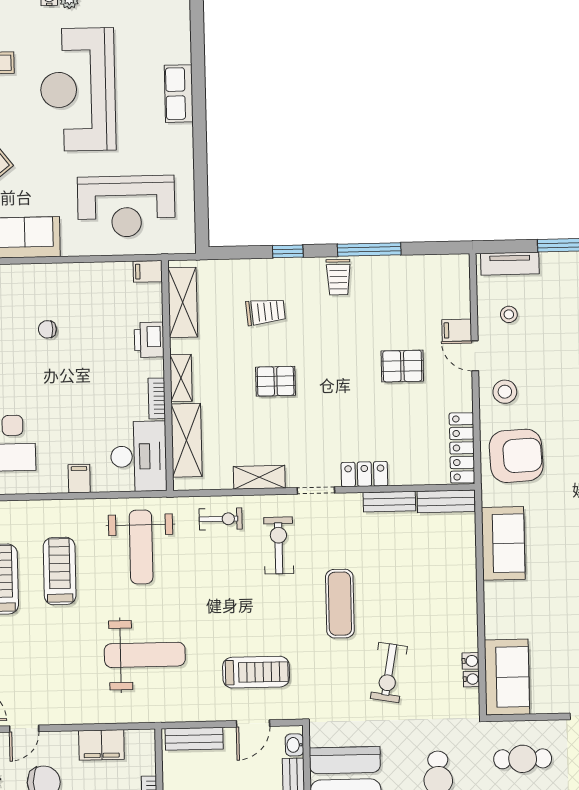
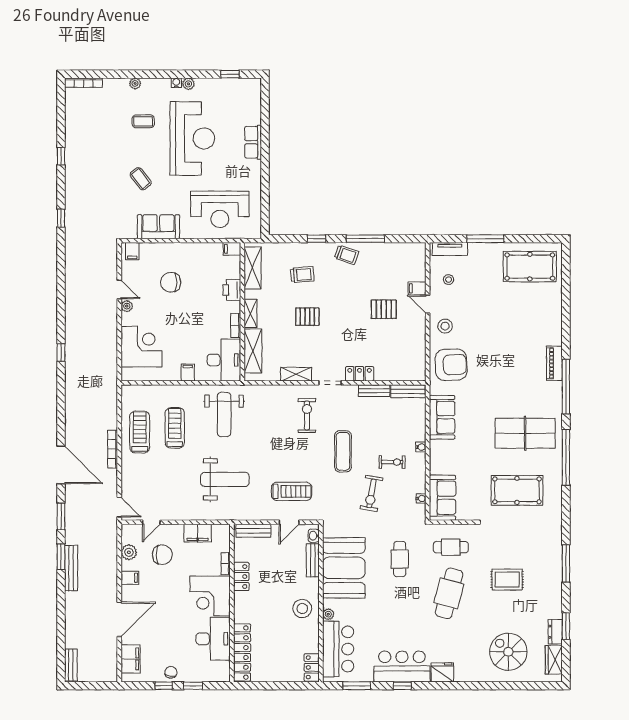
reception desk: (78, 90) -> (192, 138), turned 180
trolley: (338, 277) -> (346, 255), turned -71
chair: (47, 329) -> (171, 282), width x1.87, depth x1.87
locker: (462, 448) -> (419, 359), removed
exercise bike: (221, 519) -> (392, 462), moved
water cooler: (471, 661) -> (421, 447), moved

